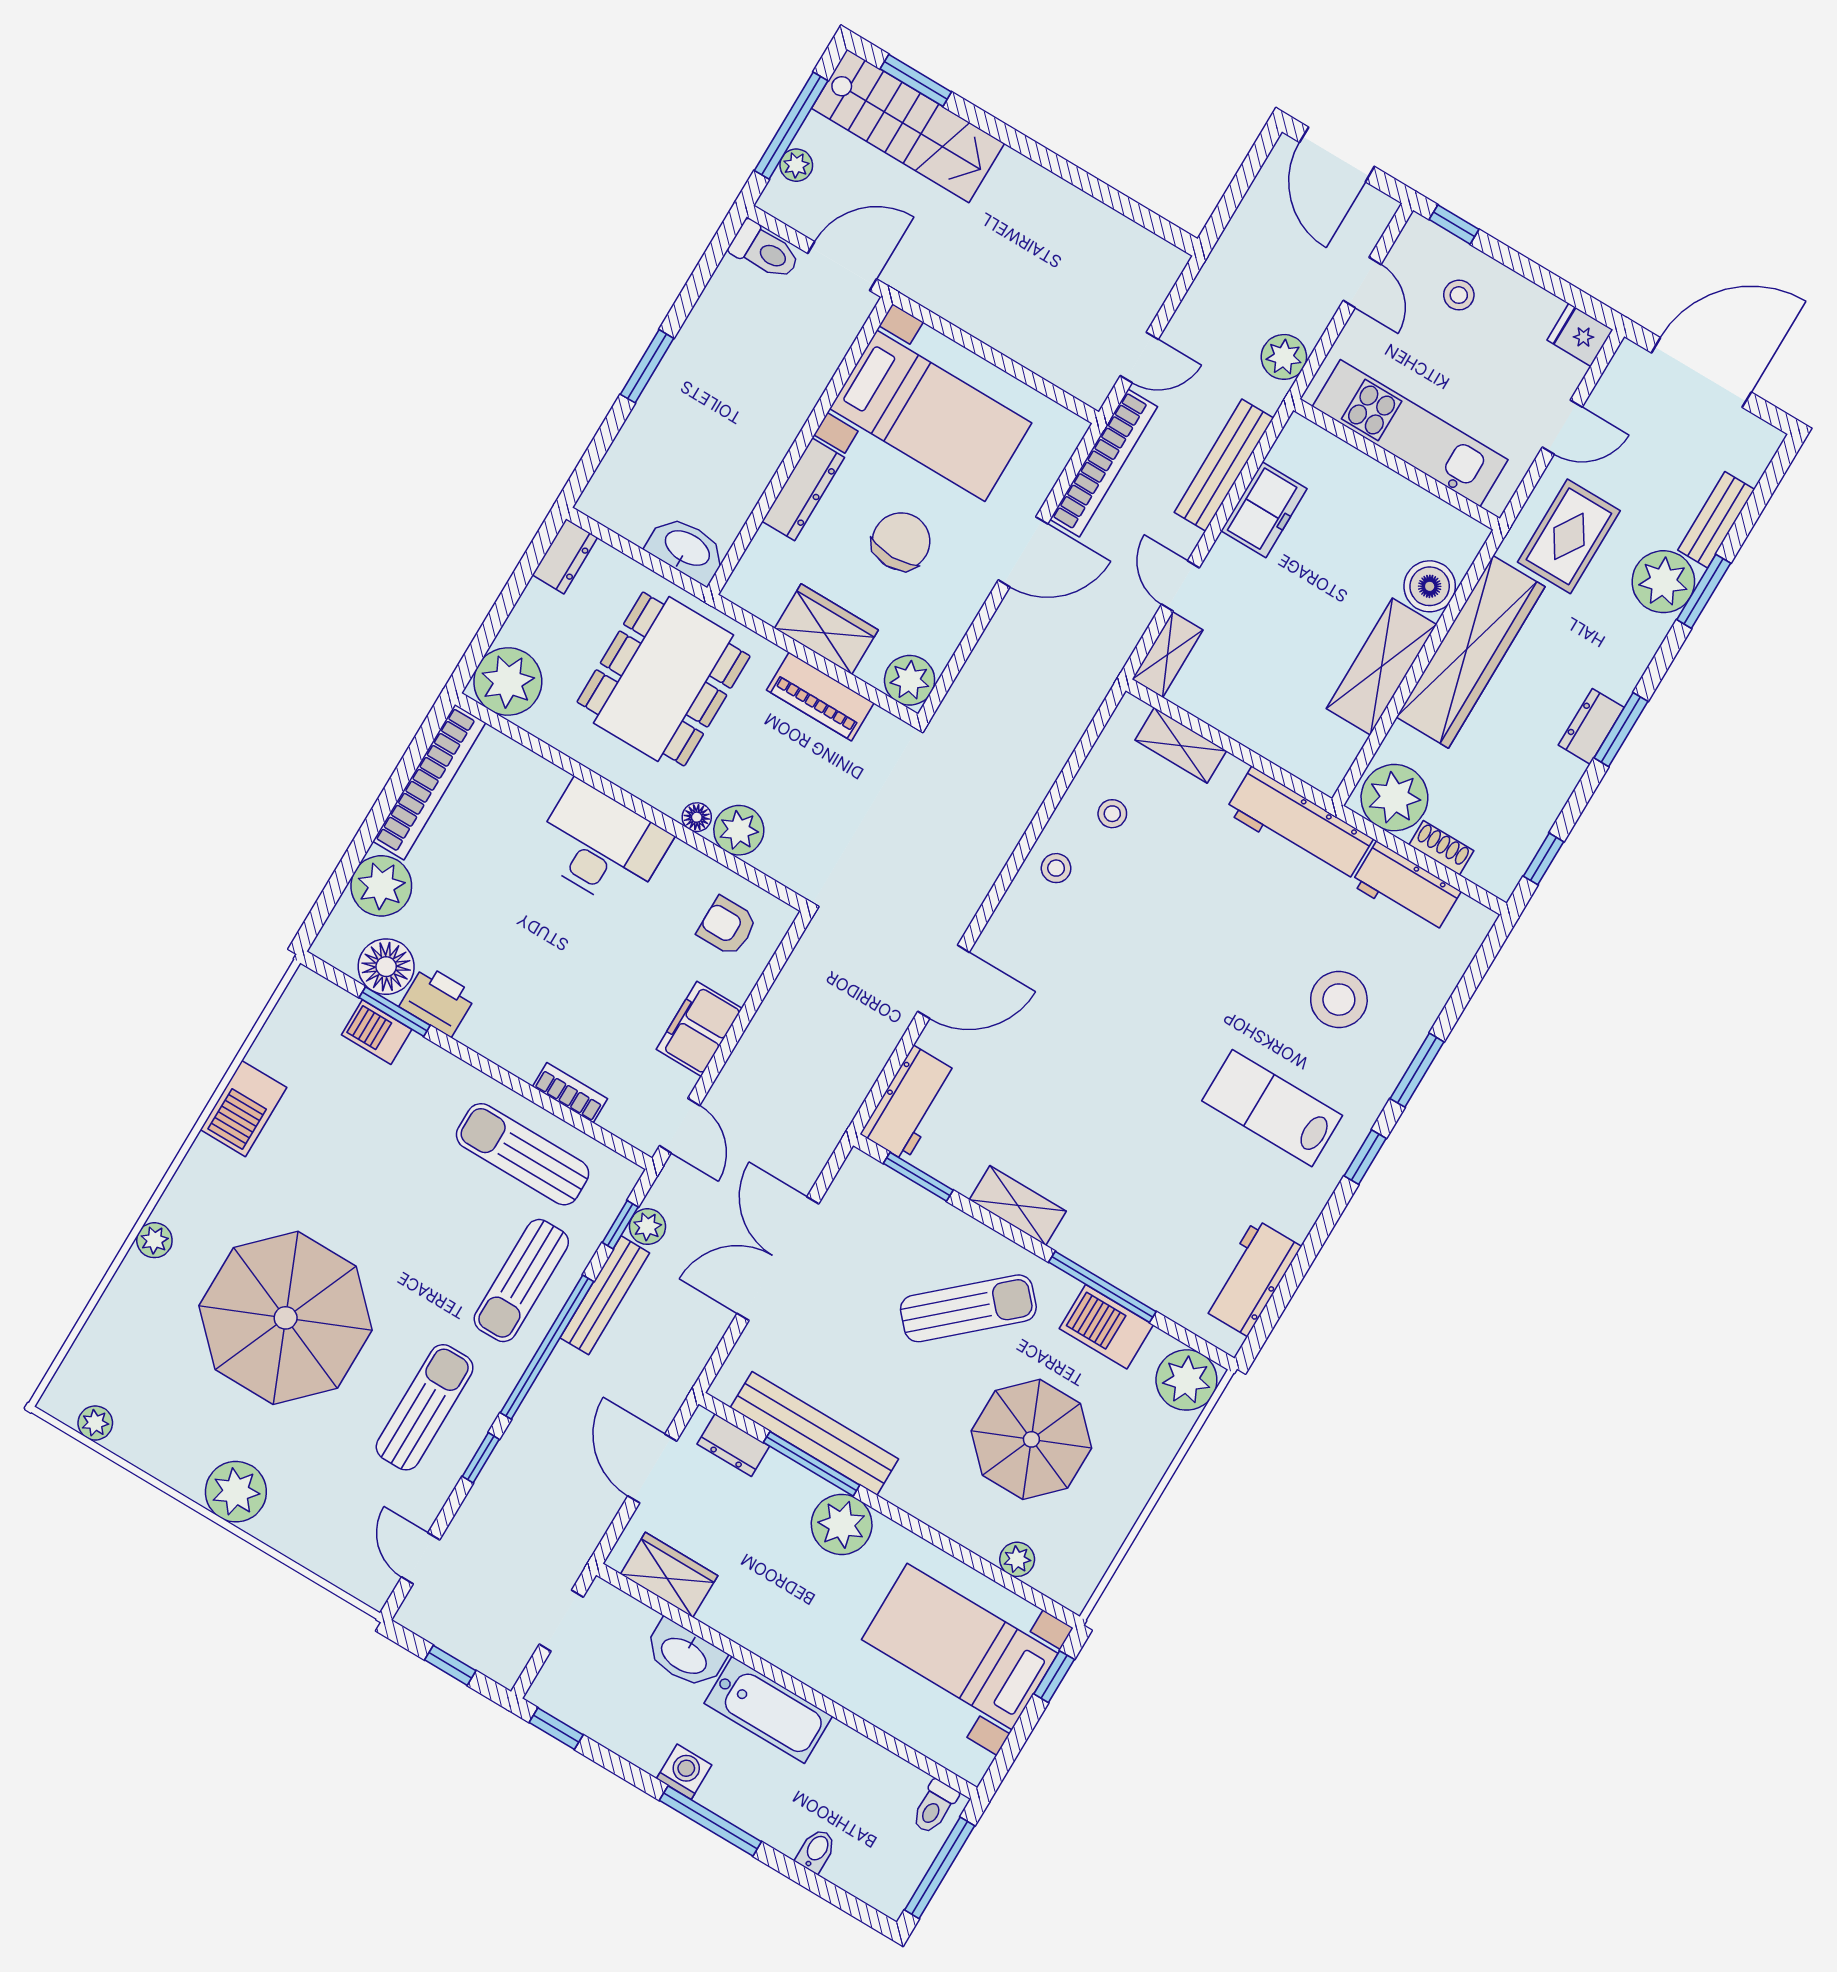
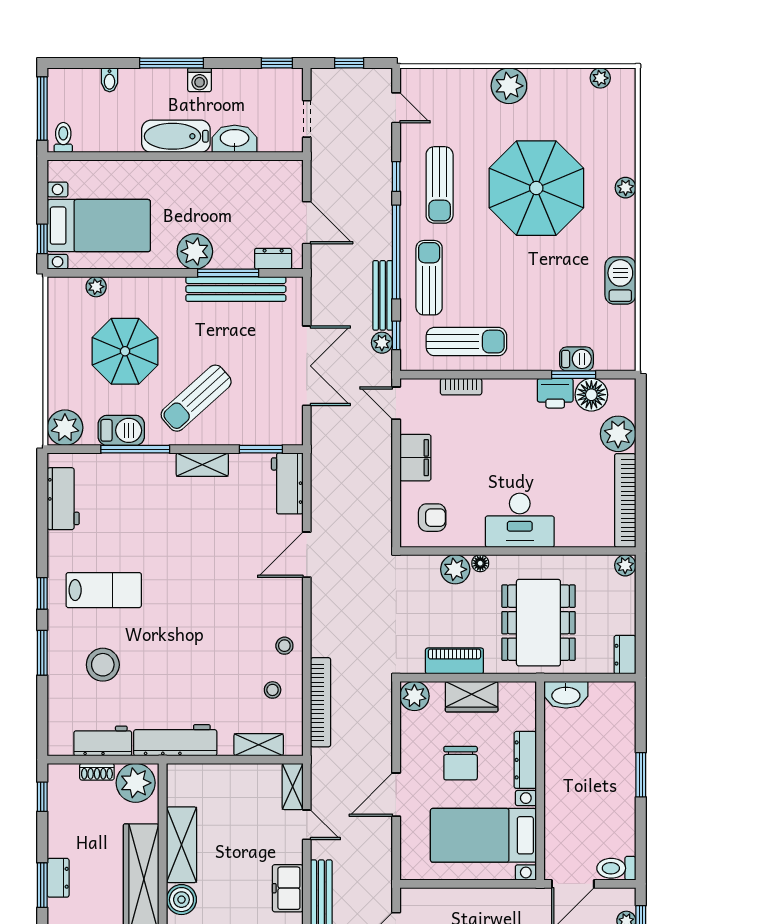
bookcase: (1104, 463) -> (321, 702), moved, turned 180
plant: (508, 681) -> (625, 565), width x0.53, depth x0.53
wardrobe: (669, 1575) -> (266, 174), removed

